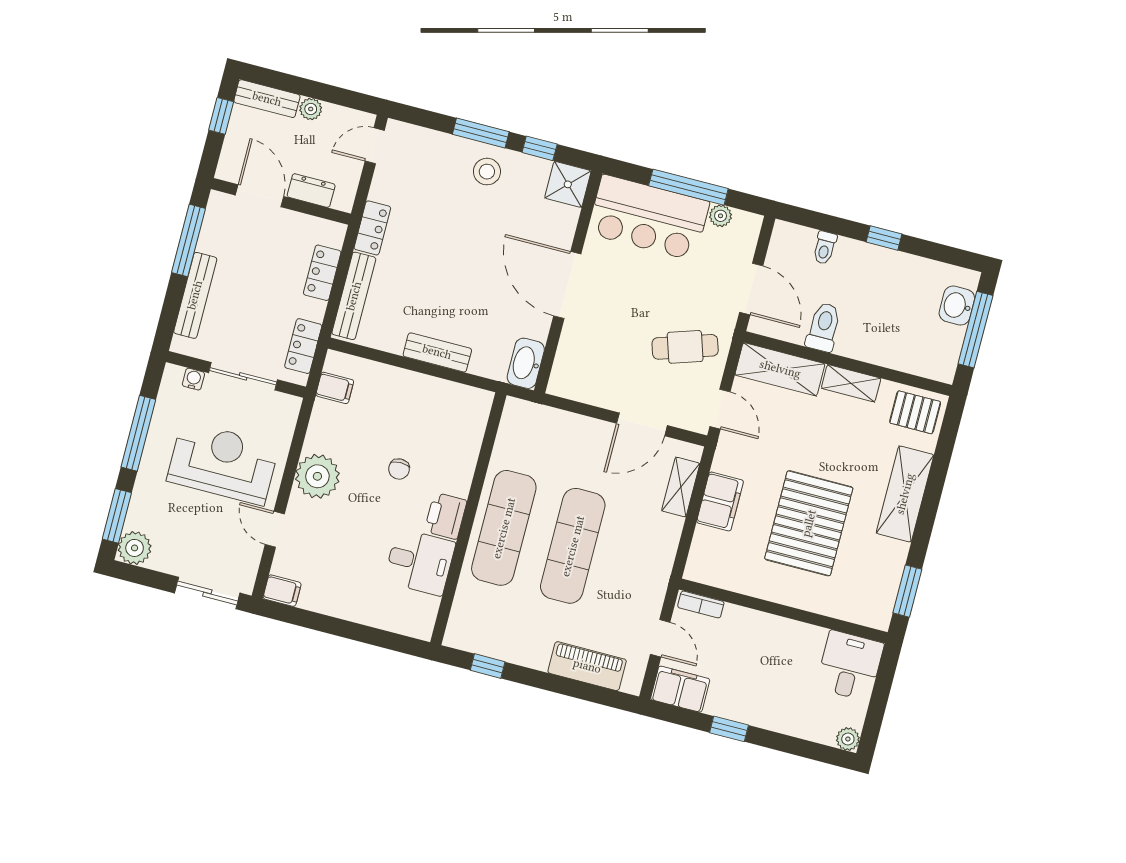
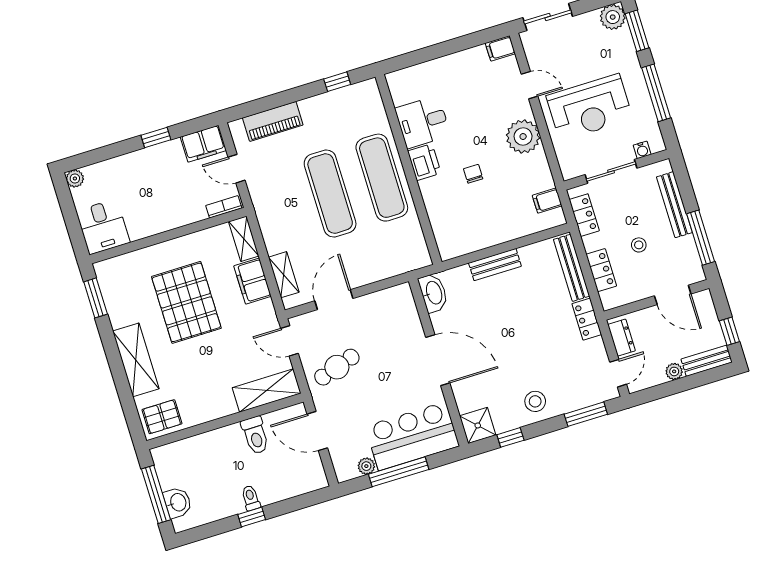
window: (481, 133) -> (586, 414), moved
dresser: (311, 191) -> (621, 338), moved, turned -90
toilet: (825, 248) -> (251, 498), moved
stool: (263, 275) -> (639, 245), added
shelving: (851, 383) -> (244, 239), moved, turned 90

